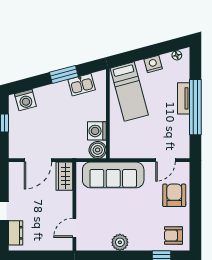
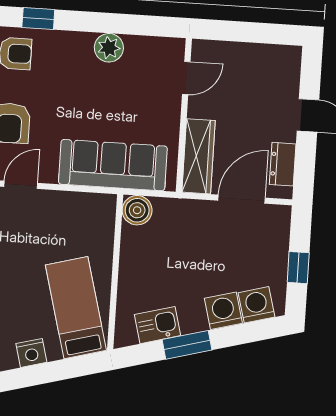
washing machine: (97, 131) -> (223, 311), moved, turned -105
wardrobe: (64, 176) -> (199, 156), width x1.50
dresser: (16, 233) -> (283, 164), moved

